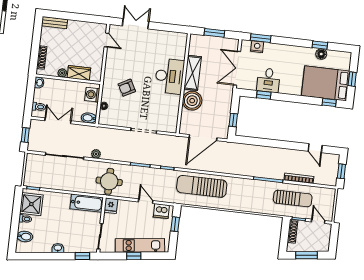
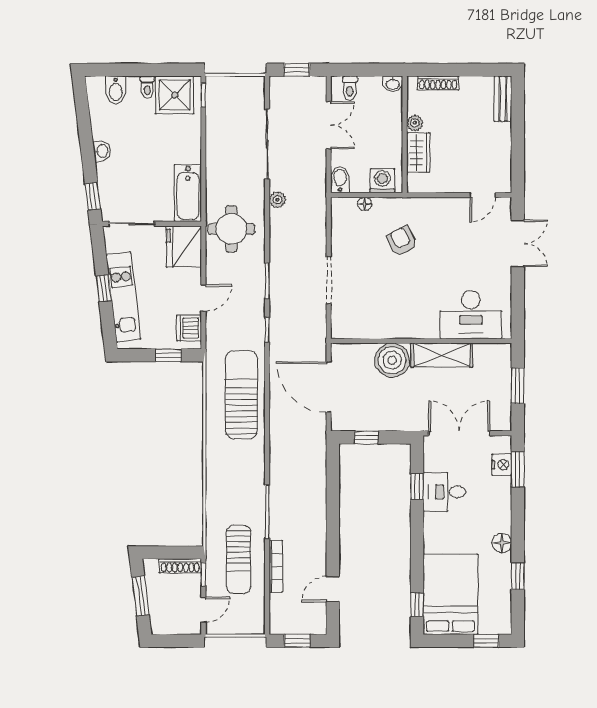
floor lamp: (321, 54) -> (502, 543), moved
desk: (169, 76) -> (471, 315), moved
window: (352, 79) -> (486, 641), moved
fridge: (111, 206) -> (184, 247), width x1.88, depth x1.34

